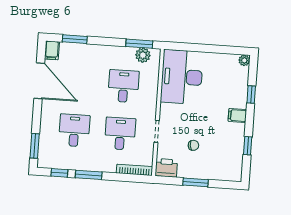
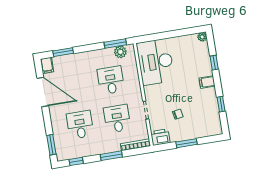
window: (89, 175) -> (111, 156), moved

